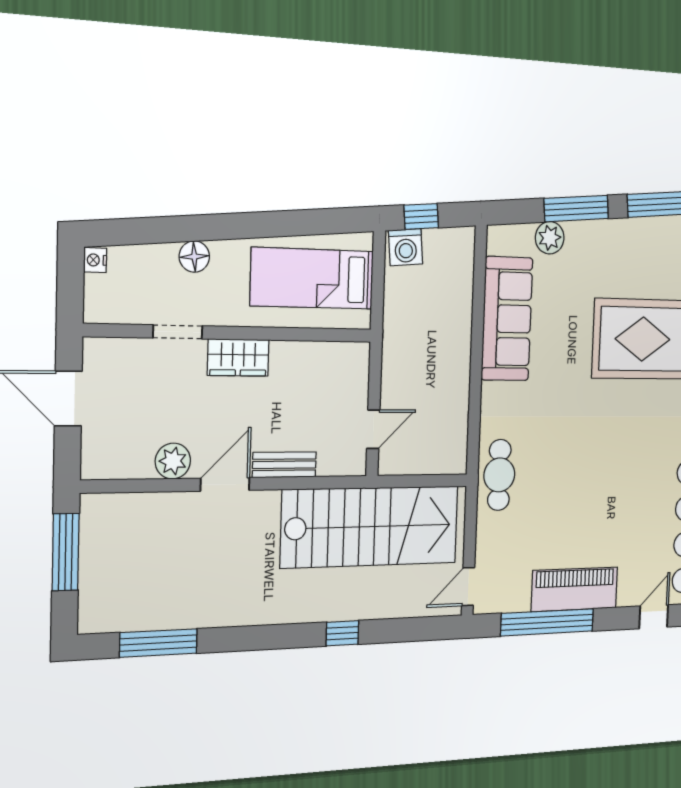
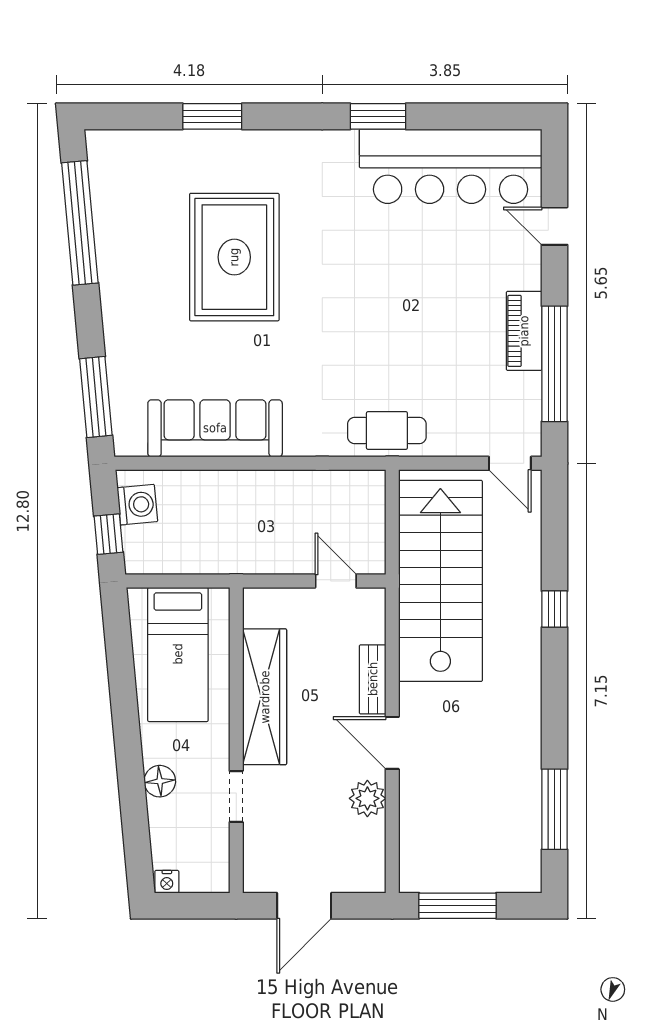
window: (576, 208) -> (96, 397), moved
plant: (550, 238) -> (125, 380), removed
washing machine: (406, 247) -> (137, 505), moved
wardrobe: (238, 358) -> (265, 697), width x2.10, depth x1.17
piano: (575, 589) -> (524, 331), width x0.73, depth x0.75

